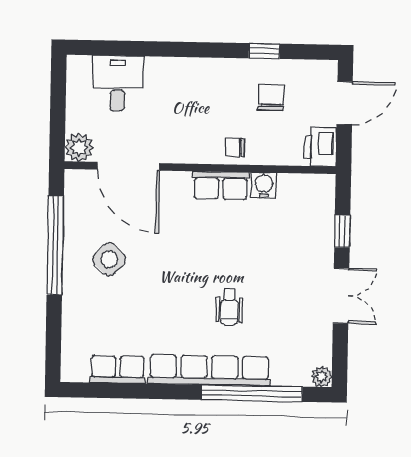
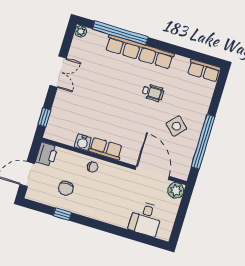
window: (342, 231) -> (44, 117), moved
double door: (341, 296) -> (58, 72), swing flipped
wheelchair: (229, 307) -> (153, 93), moved, turned 90
row of seats: (118, 370) -> (204, 71), moved

